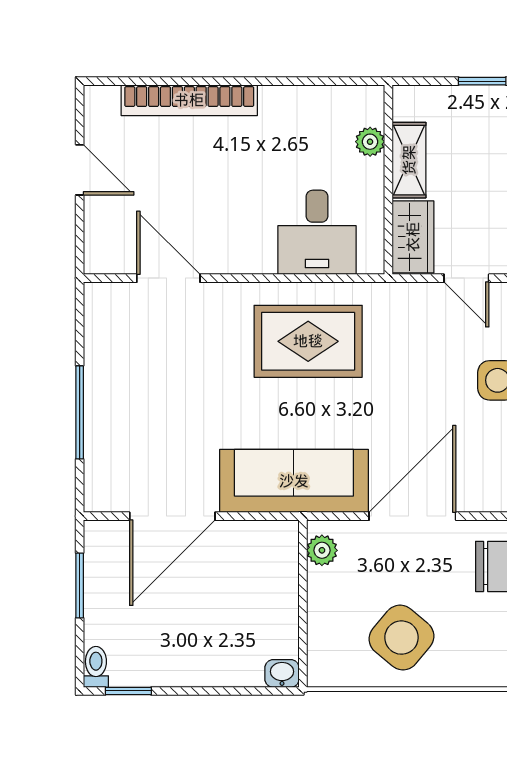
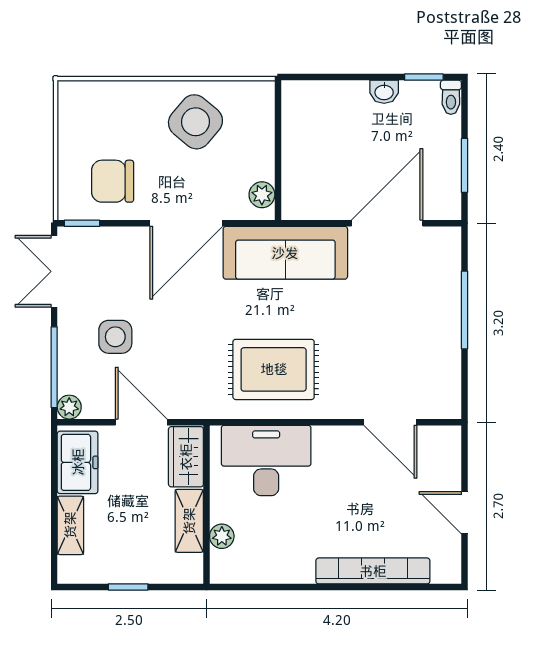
desk: (317, 232) -> (266, 460), width x1.37
door: (466, 278) -> (141, 422), width x1.38
washbasin: (282, 673) -> (384, 92), moved

